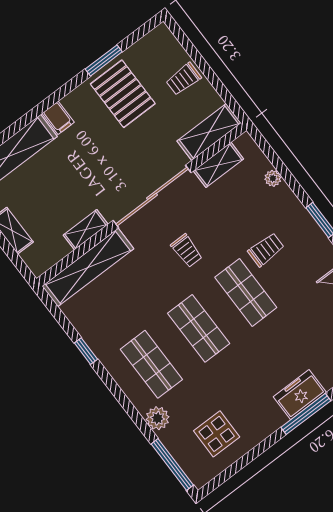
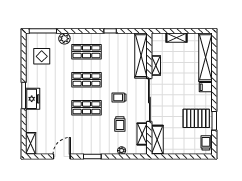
trolley: (184, 79) -> (206, 143), moved
trolley: (266, 250) -> (120, 124), moved

